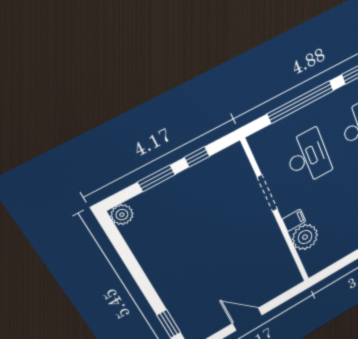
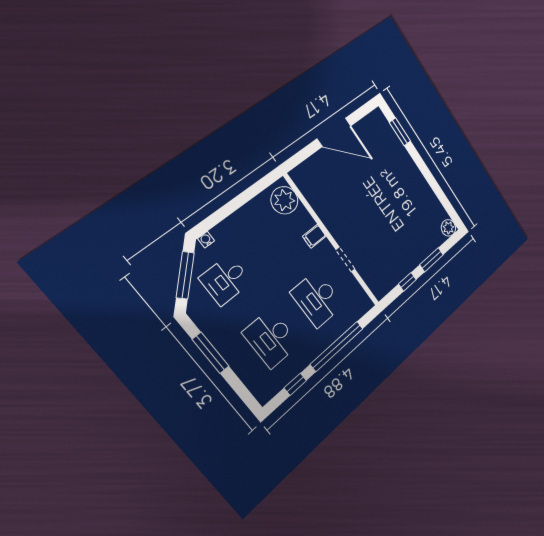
doorway: (267, 193) -> (345, 259), width x0.73
plant: (305, 237) -> (284, 200), moved
door: (247, 319) -> (334, 132), width x1.36

